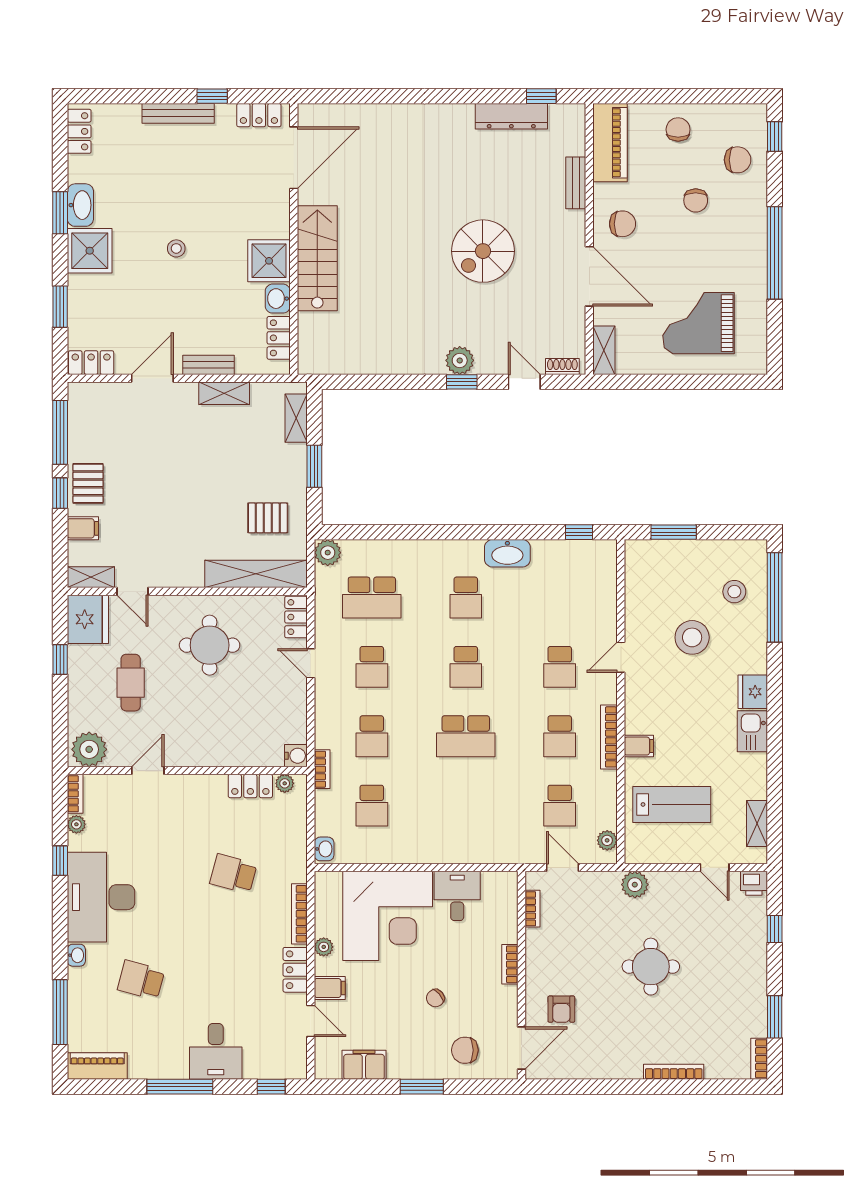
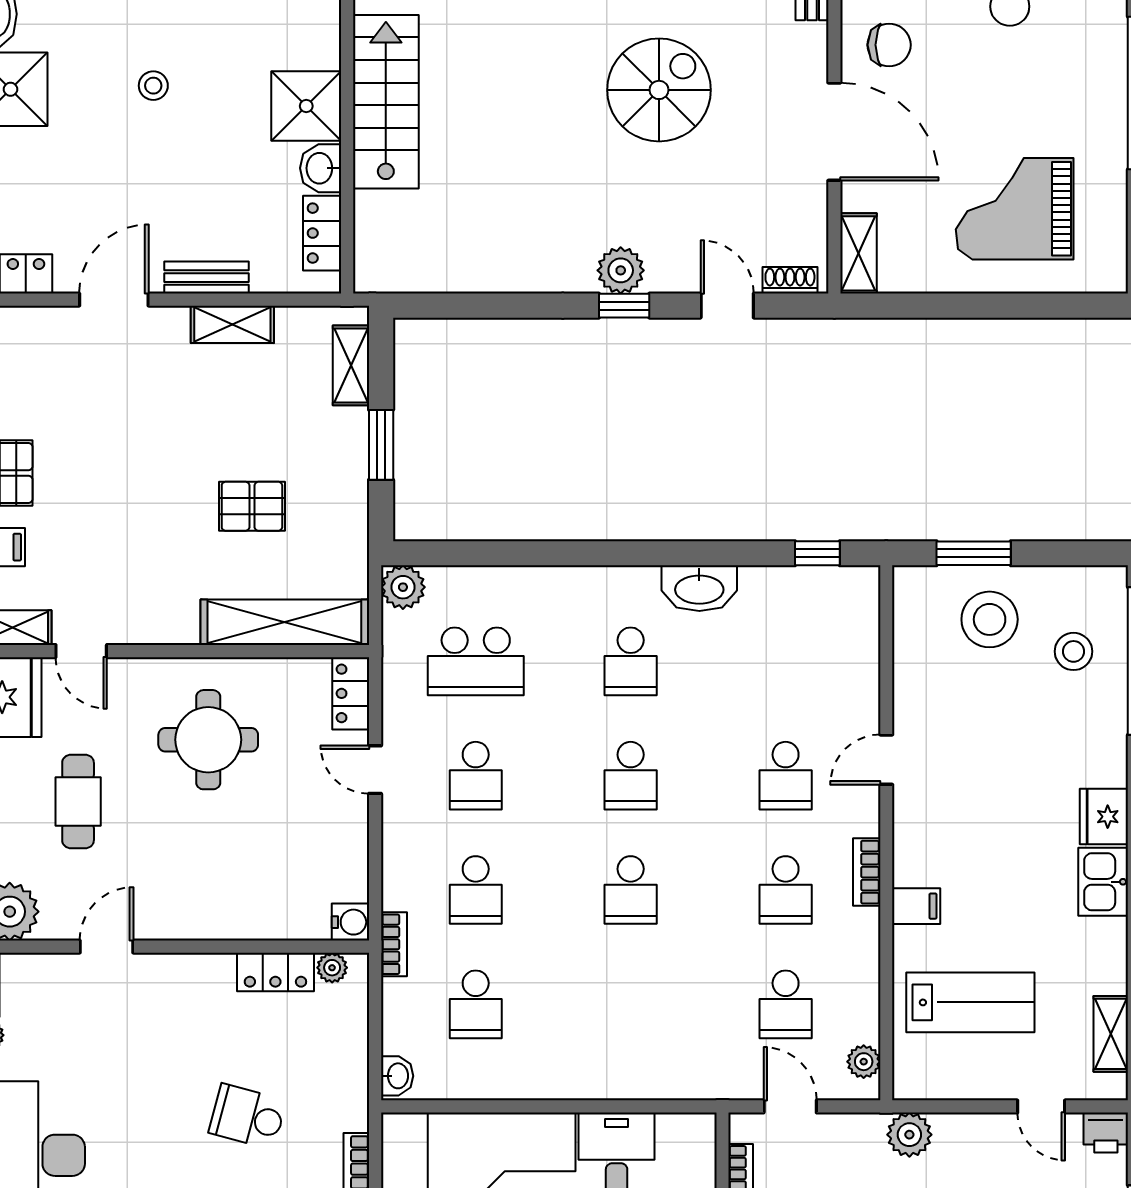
spiral stairs: (483, 251) -> (659, 90), turned 180
pallet: (268, 518) -> (252, 506), moved
stool: (692, 637) -> (990, 619), moved
school desk: (466, 736) -> (631, 890), width x0.54
bookcase: (609, 737) -> (867, 872), width x0.64

